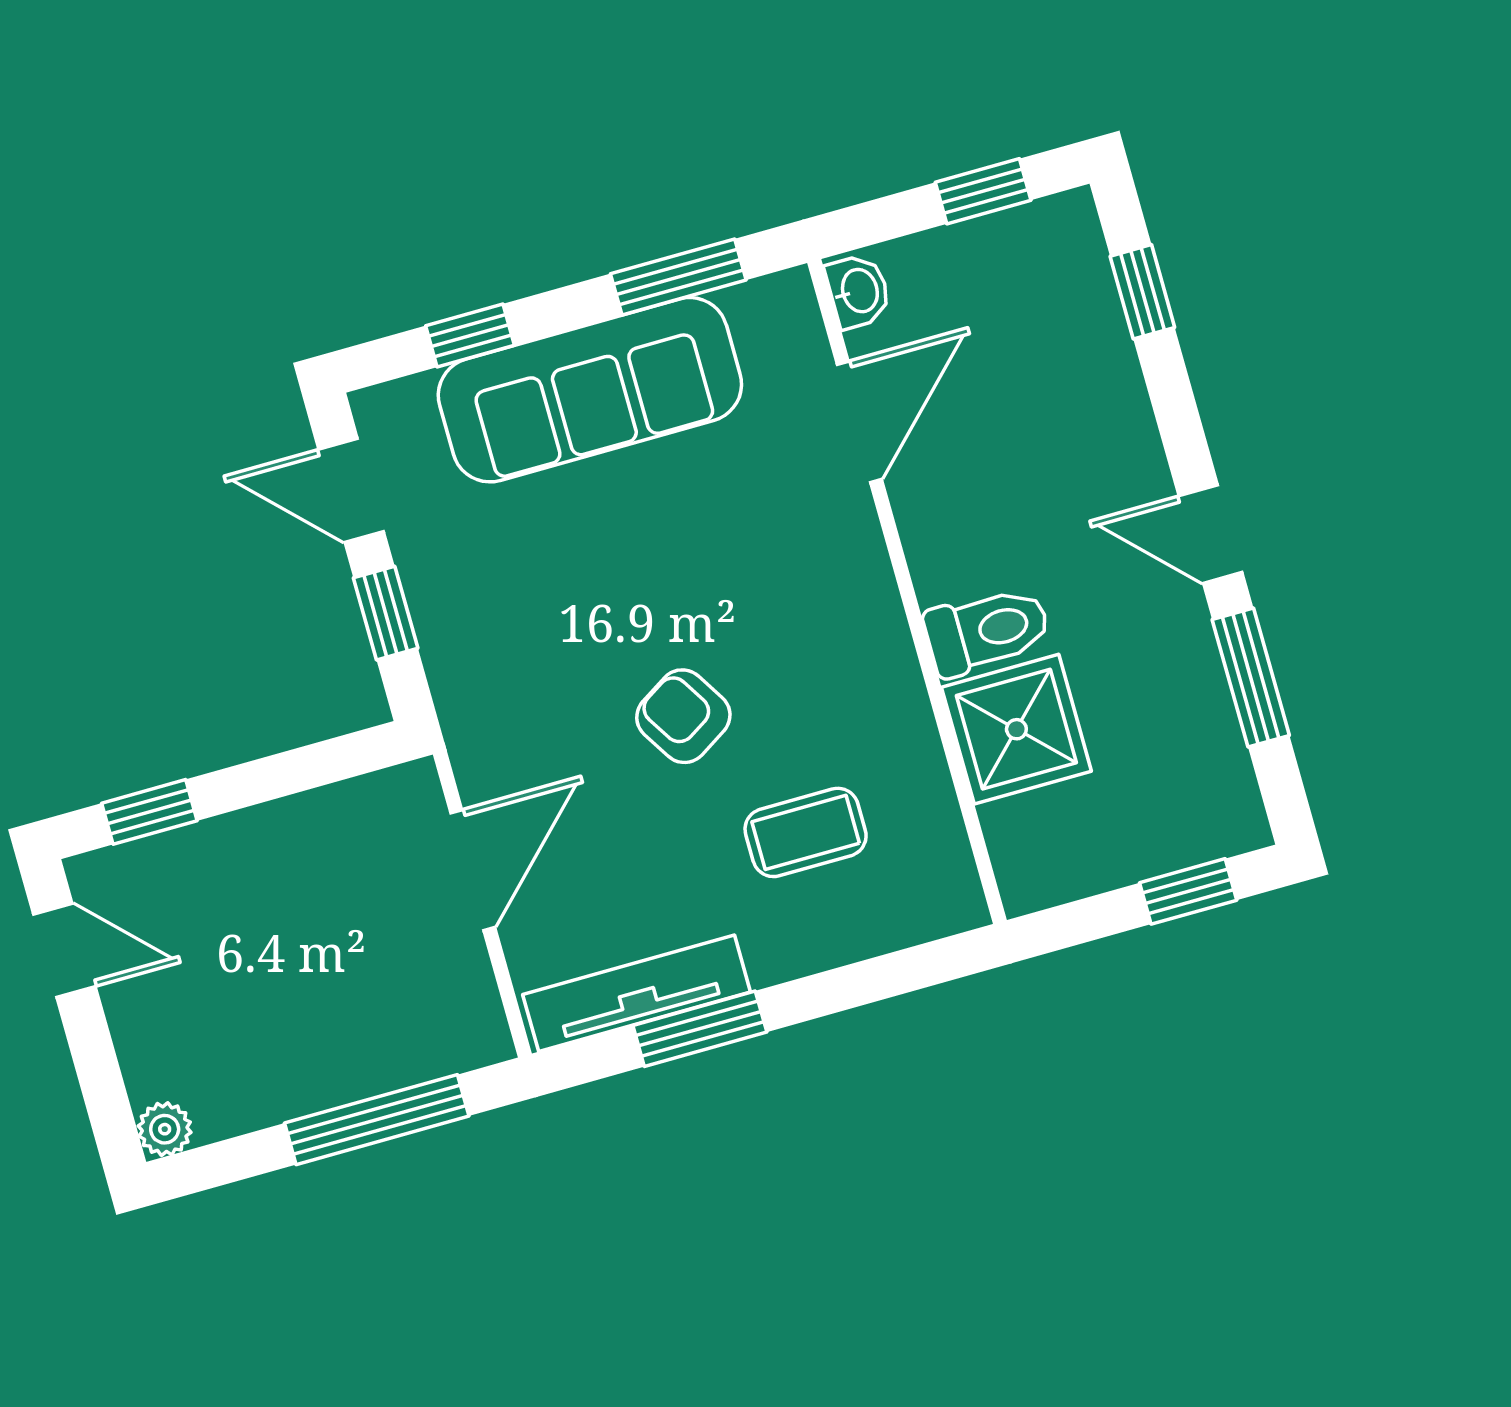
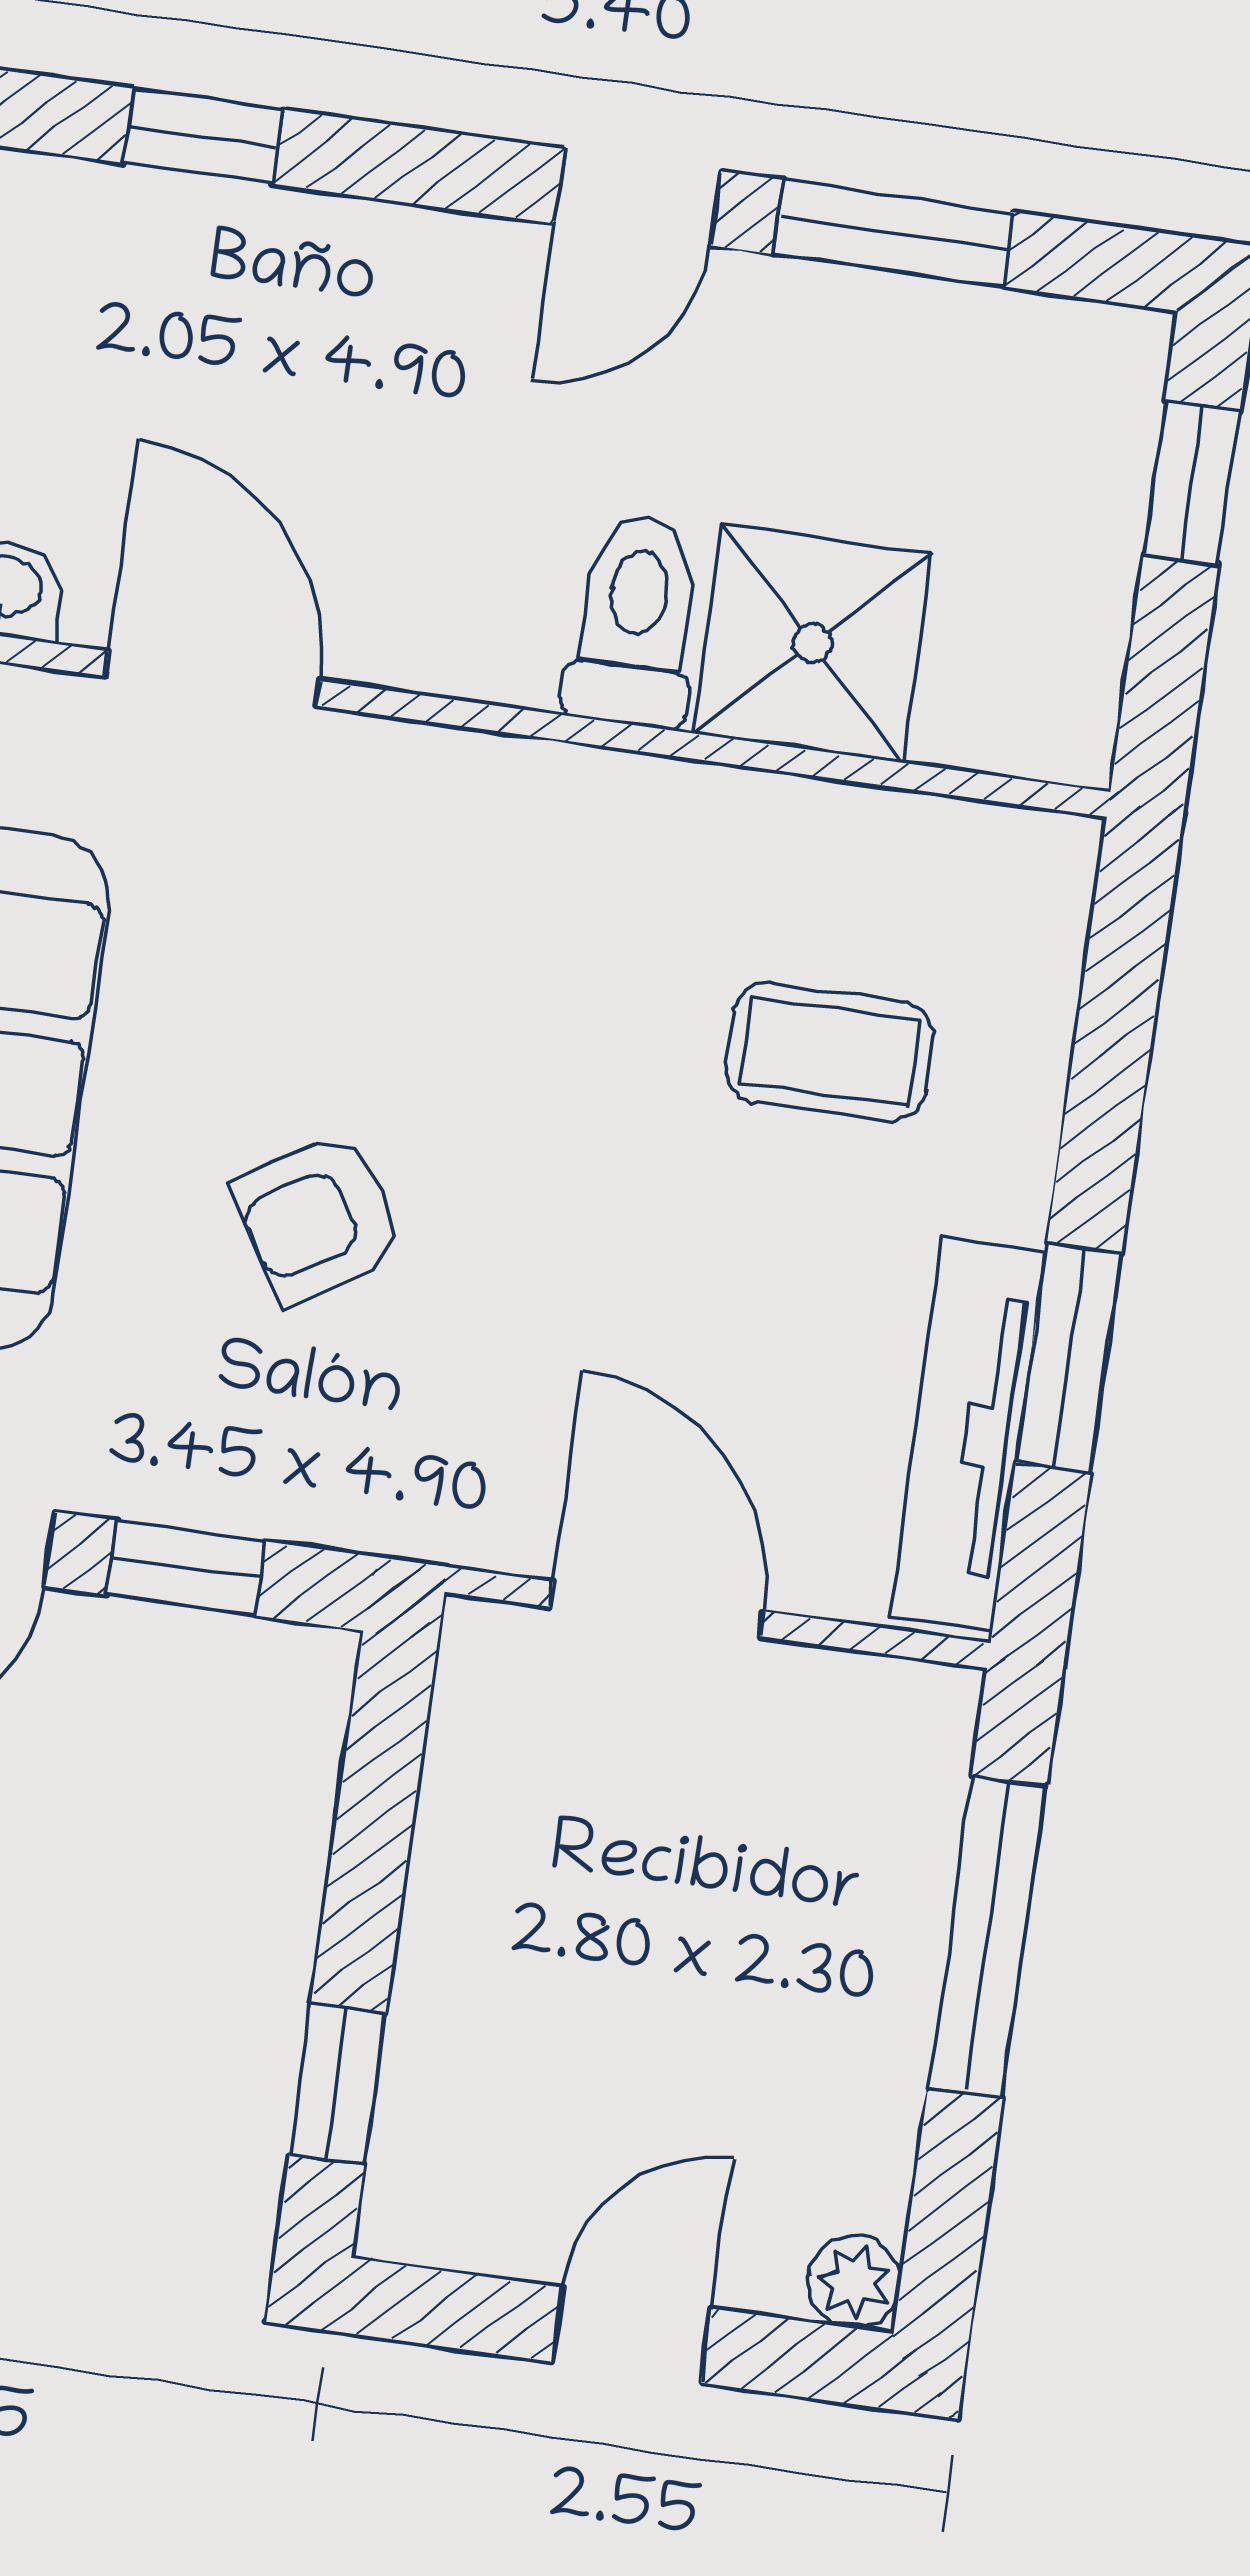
armchair: (683, 716) -> (319, 1218), moved
coffee table: (806, 832) -> (830, 1052), turned 90
door: (64, 950) -> (632, 2335), moved

